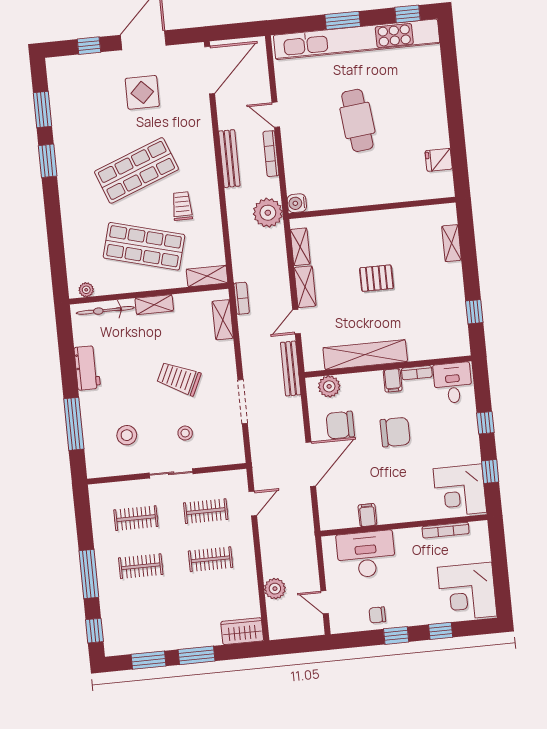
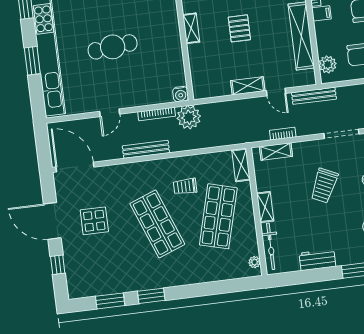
bookcase: (271, 154) -> (157, 114), moved
shelving: (300, 247) -> (191, 28), moved, turned 90
bookcase: (242, 298) -> (283, 134), moved

